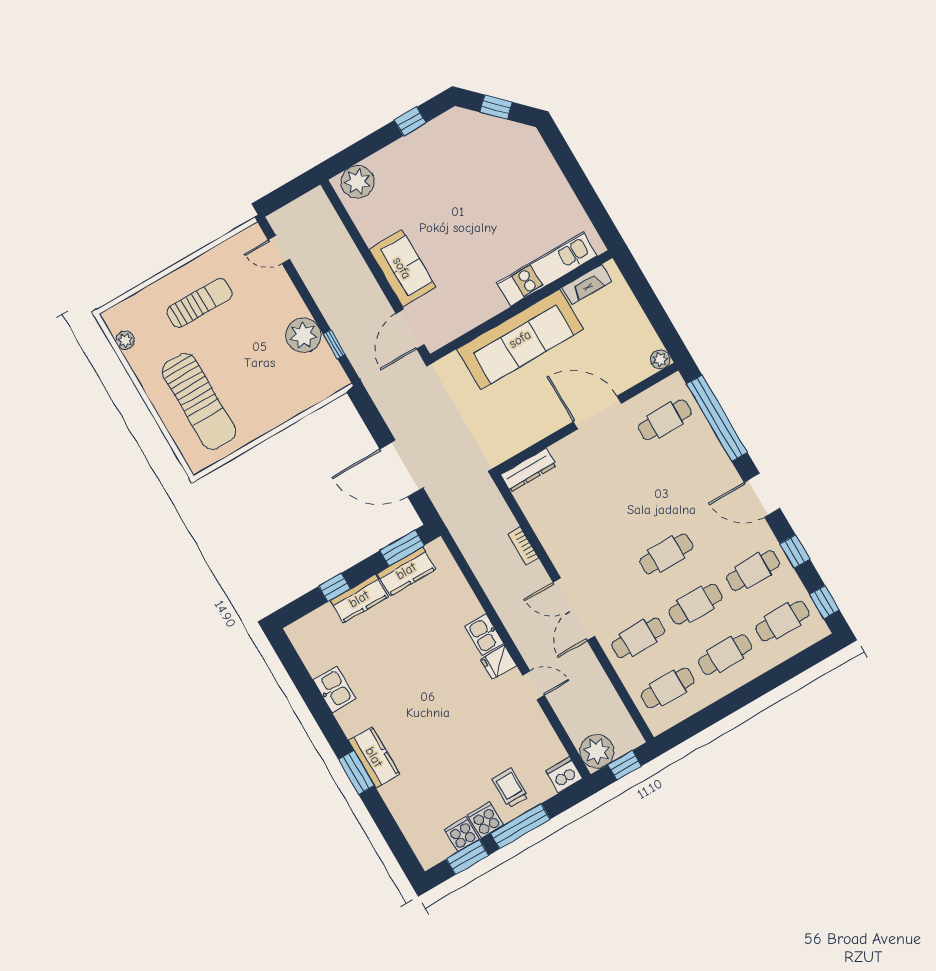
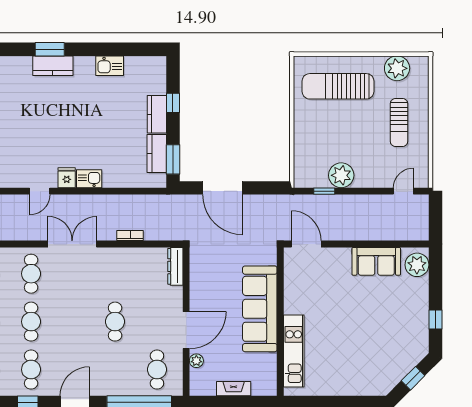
sofa: (402, 268) -> (376, 261), moved
fireplace: (587, 284) -> (234, 389), moved, turned 90
plant: (125, 340) -> (397, 68), width x1.87, depth x1.87
plant: (660, 359) -> (196, 361), moved
door: (401, 468) -> (223, 188), swing flipped
cafe table: (666, 554) -> (115, 322), moved

